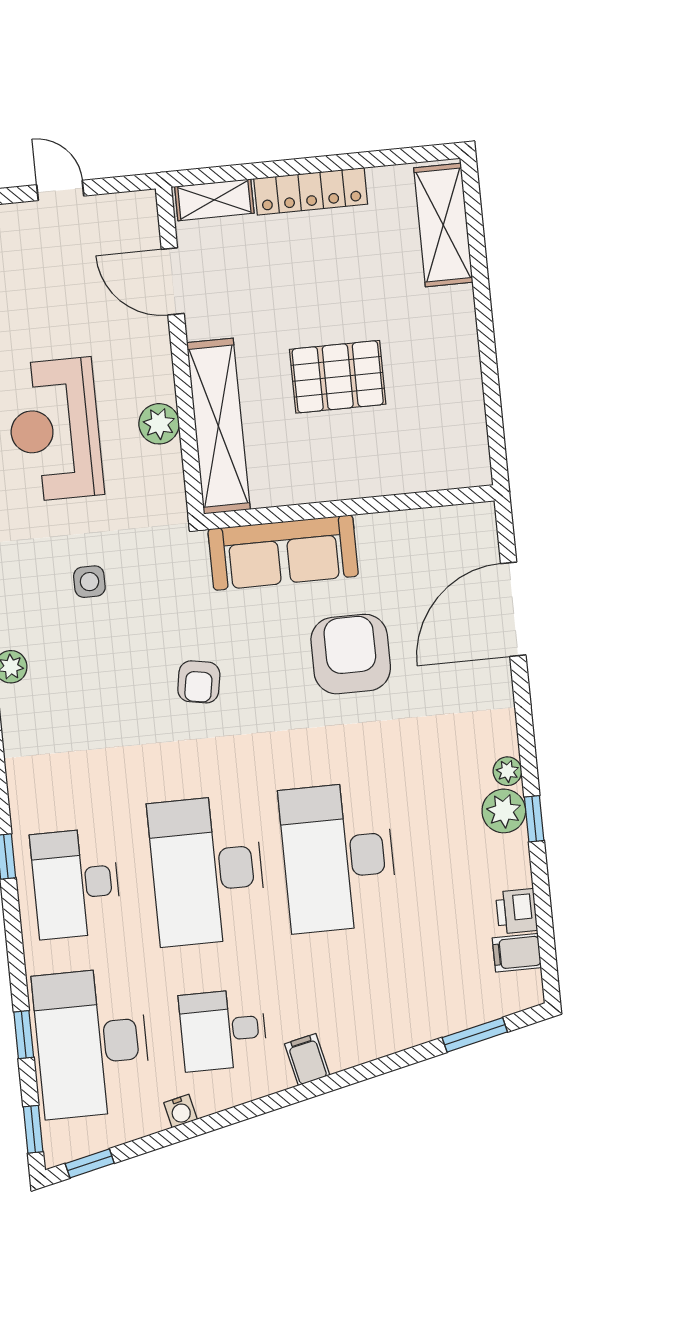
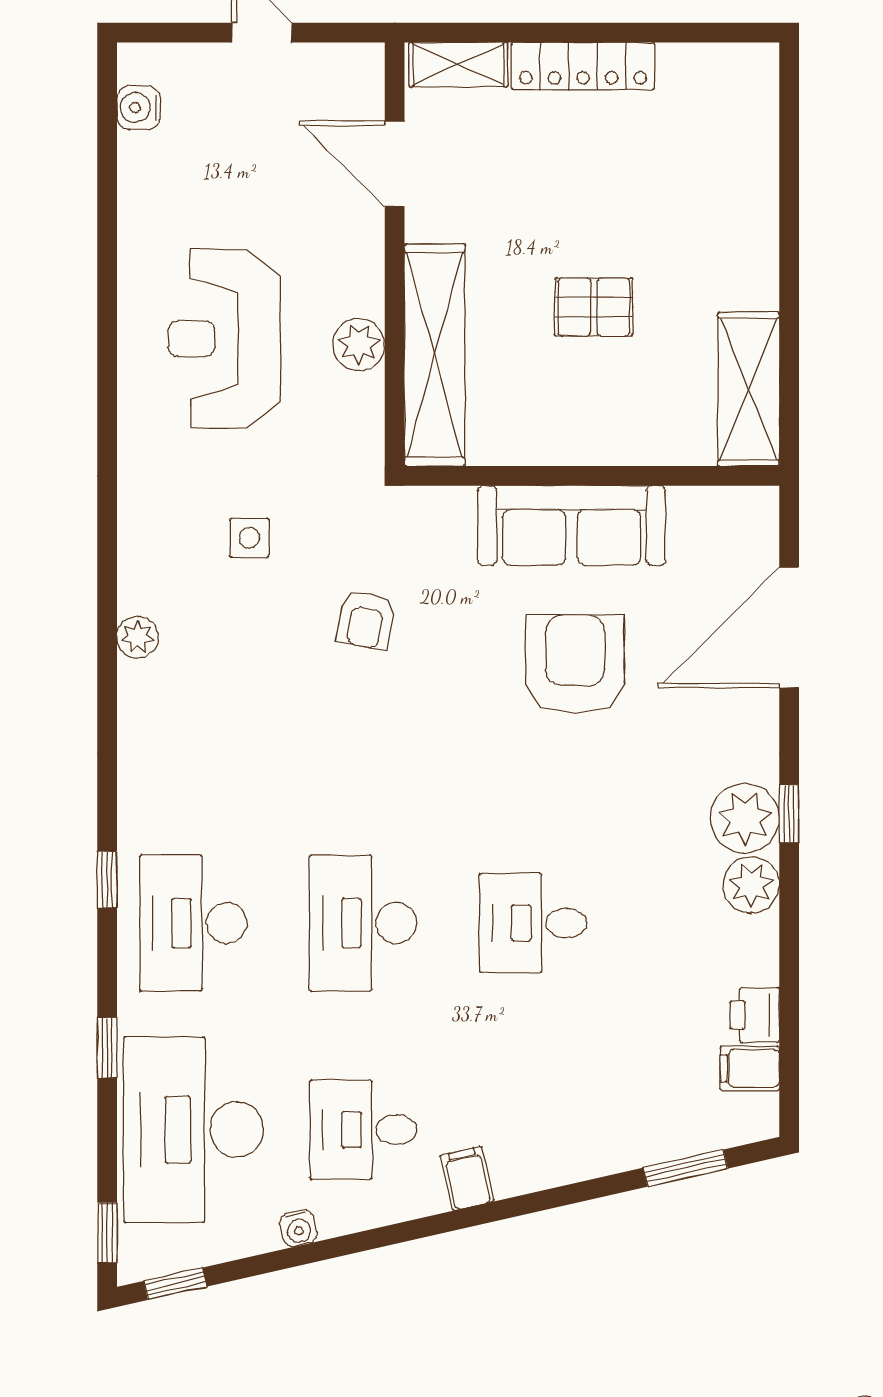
shelving: (443, 225) -> (749, 389), moved
pallet: (338, 377) -> (594, 307), width x0.67, depth x0.71
sofa: (283, 553) -> (572, 525), moved
armchair: (199, 682) -> (366, 620), moved
plant: (507, 771) -> (745, 818), width x1.87, depth x1.87
window: (534, 819) -> (789, 814), moved
desk: (338, 857) -> (533, 923), width x0.53, depth x0.77
desk: (207, 870) -> (363, 923), width x0.73, depth x0.77
window: (24, 1035) -> (107, 1048), moved

